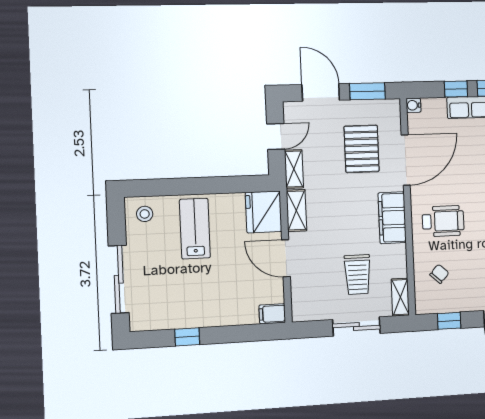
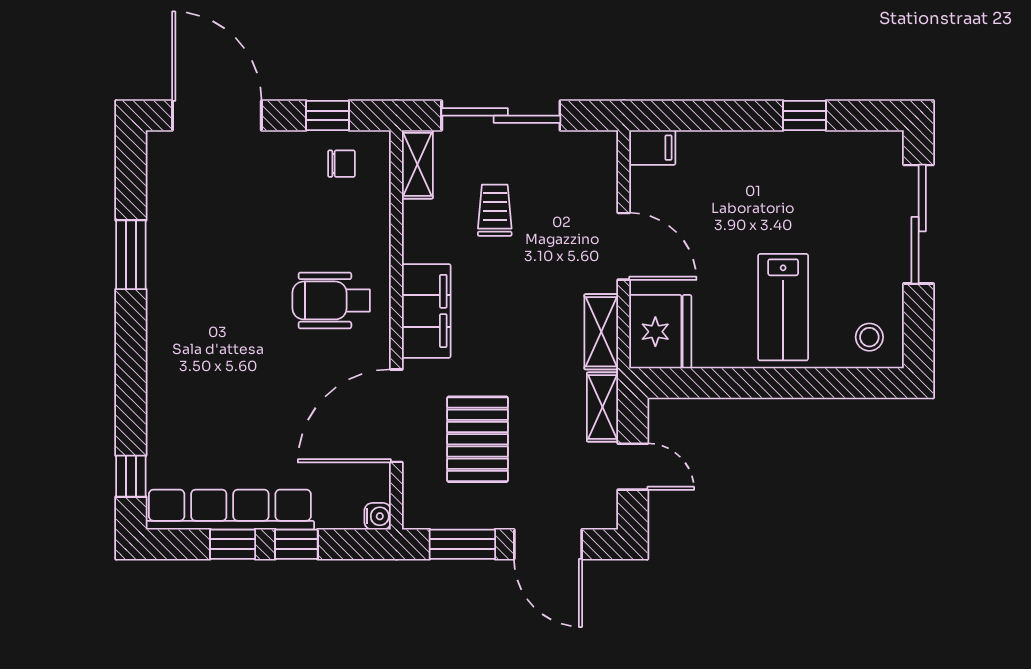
door: (276, 137) -> (633, 467), swing flipped
trolley: (358, 274) -> (495, 210), width x0.73, depth x0.72
chair: (439, 274) -> (342, 164), moved, turned -132
sliding door: (356, 326) -> (501, 116), width x1.37

